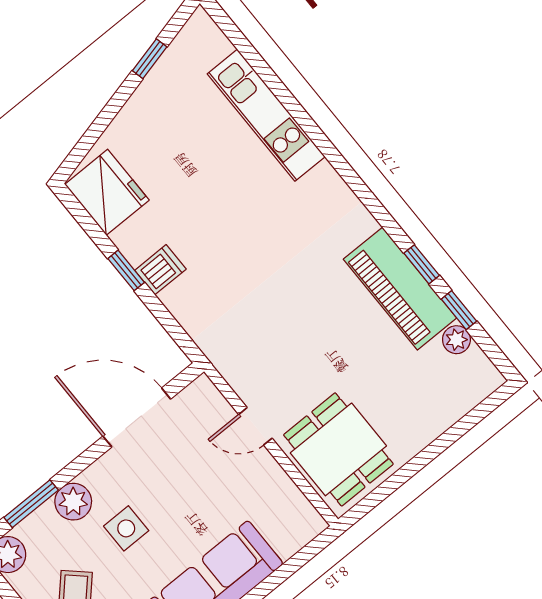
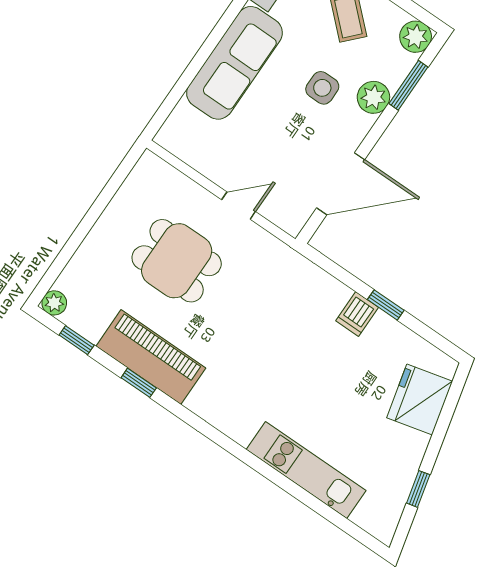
fridge: (107, 192) -> (420, 399), moved, turned 76
window: (459, 310) -> (77, 340), moved
plant: (456, 340) -> (54, 303), moved
dining table: (338, 449) -> (177, 261), moved

